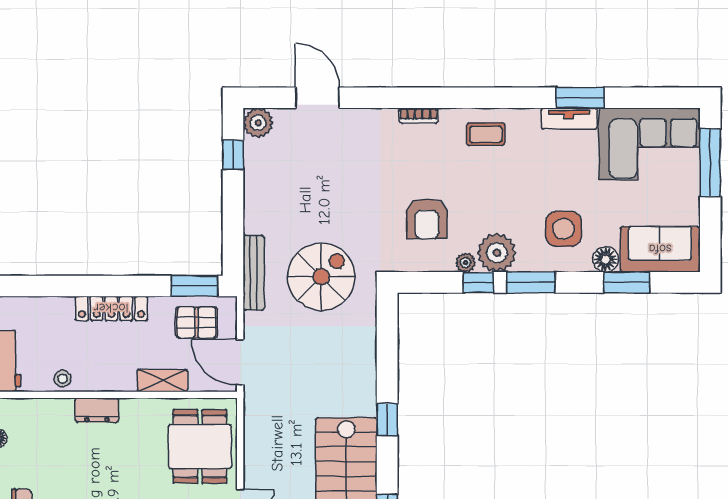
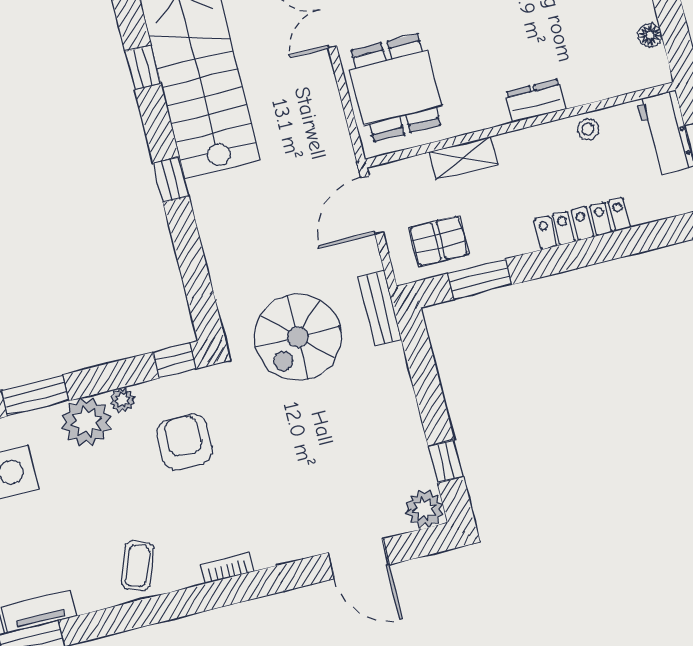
coffee table: (486, 134) -> (138, 566), turned -69
bench: (254, 273) -> (380, 308), width x0.73
window: (479, 282) -> (174, 361), moved
window: (194, 286) -> (480, 279), moved
locker: (111, 308) -> (582, 224), moved
door: (240, 362) -> (372, 205), swing flipped

